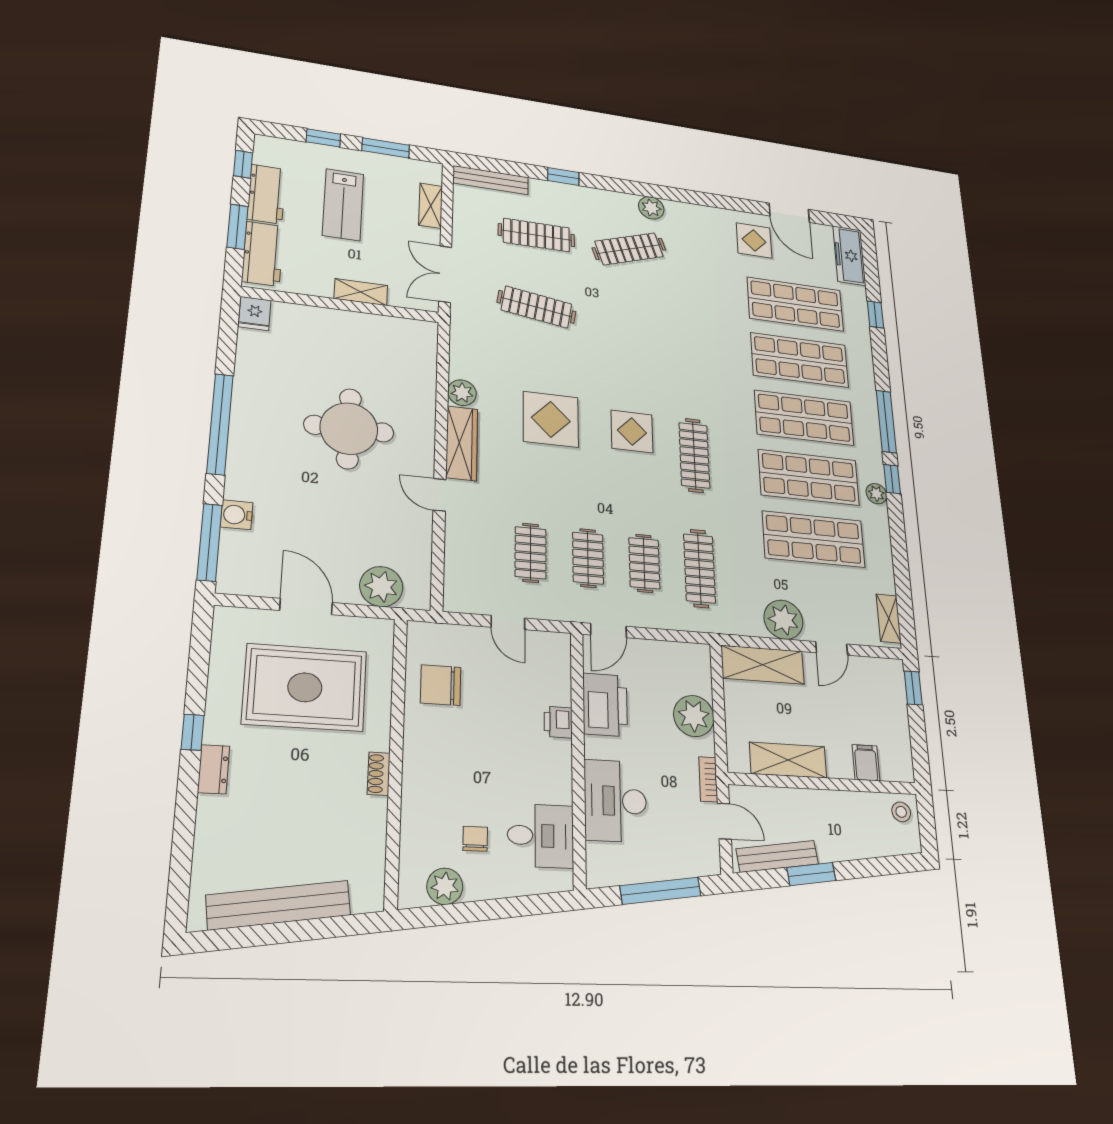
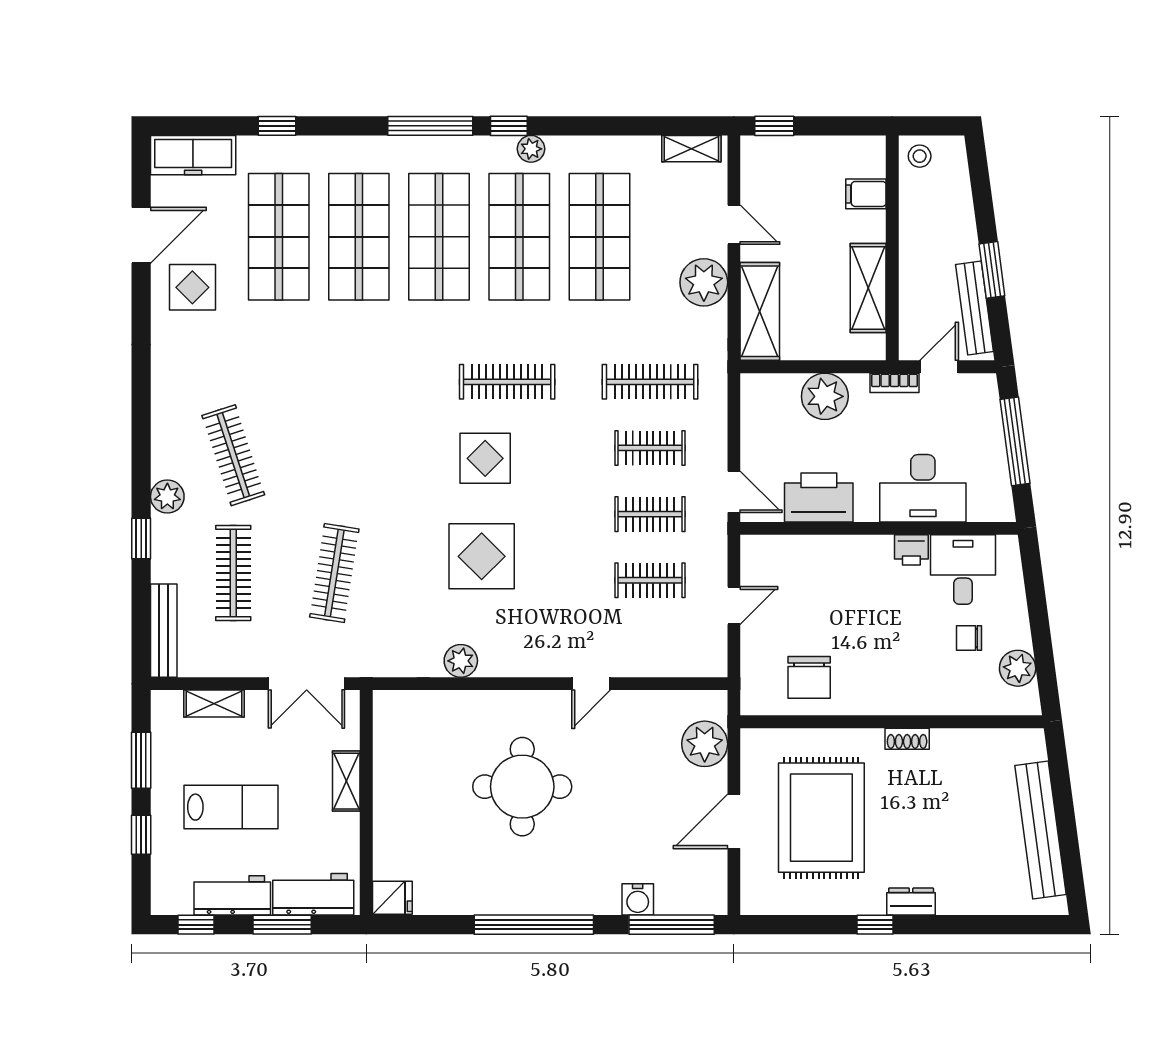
plant: (651, 208) -> (167, 497), moved
wardrobe: (462, 443) -> (525, 660), removed
printer: (558, 722) -> (911, 550), moved

